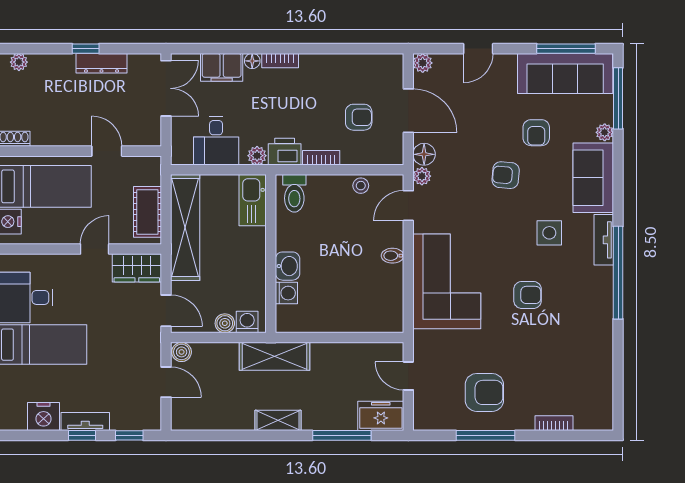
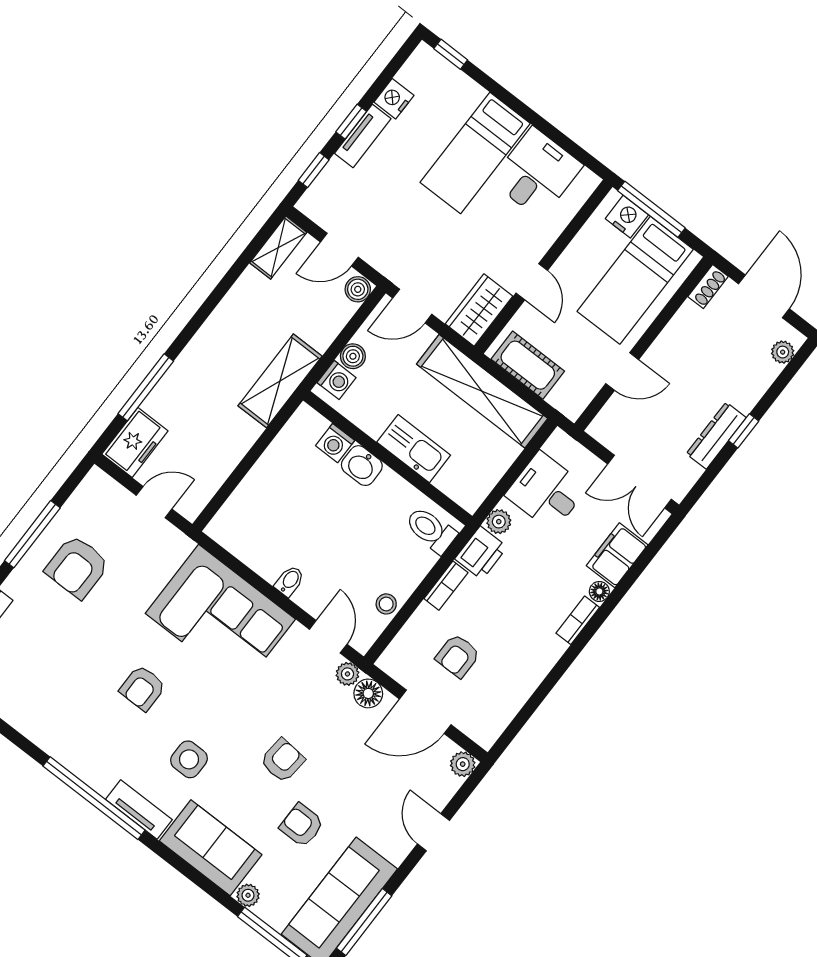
kitchen sink: (253, 200) -> (414, 449), moved
nightstand: (43, 417) -> (394, 99), width x0.74, depth x0.75
shelving: (278, 420) -> (278, 248), moved

